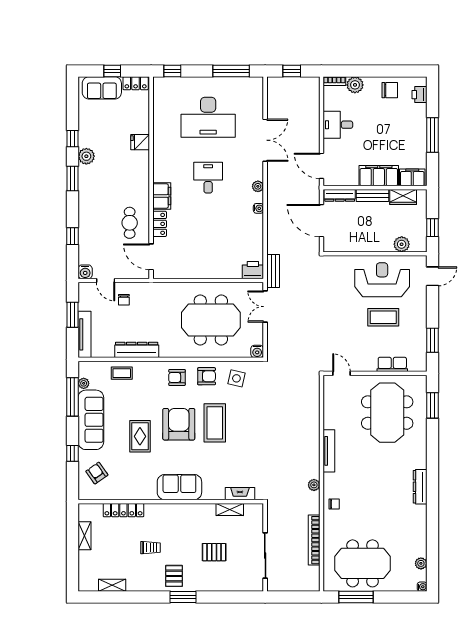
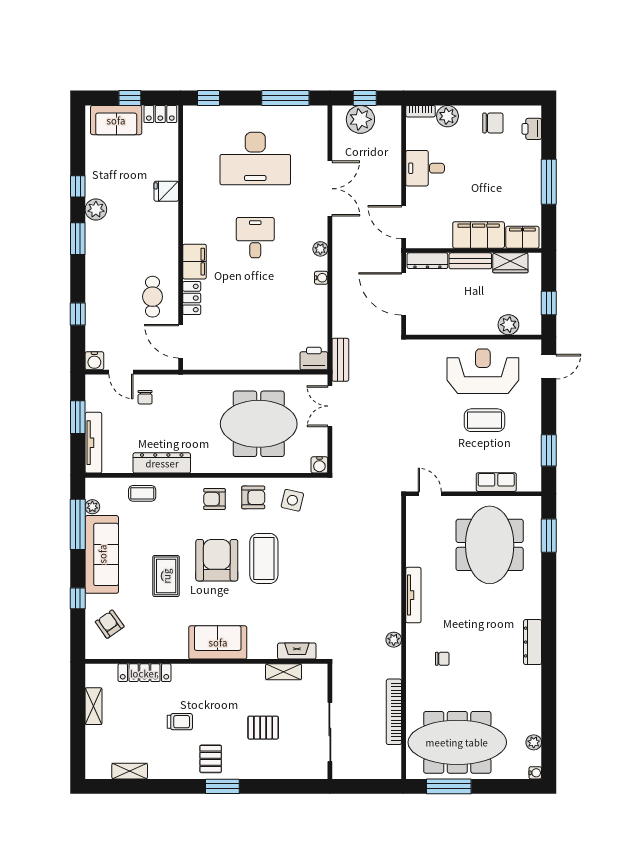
plant: (288, 87) -> (360, 119), added
chair: (334, 504) -> (442, 659), moved
meeting table: (363, 563) -> (457, 742), width x1.36

